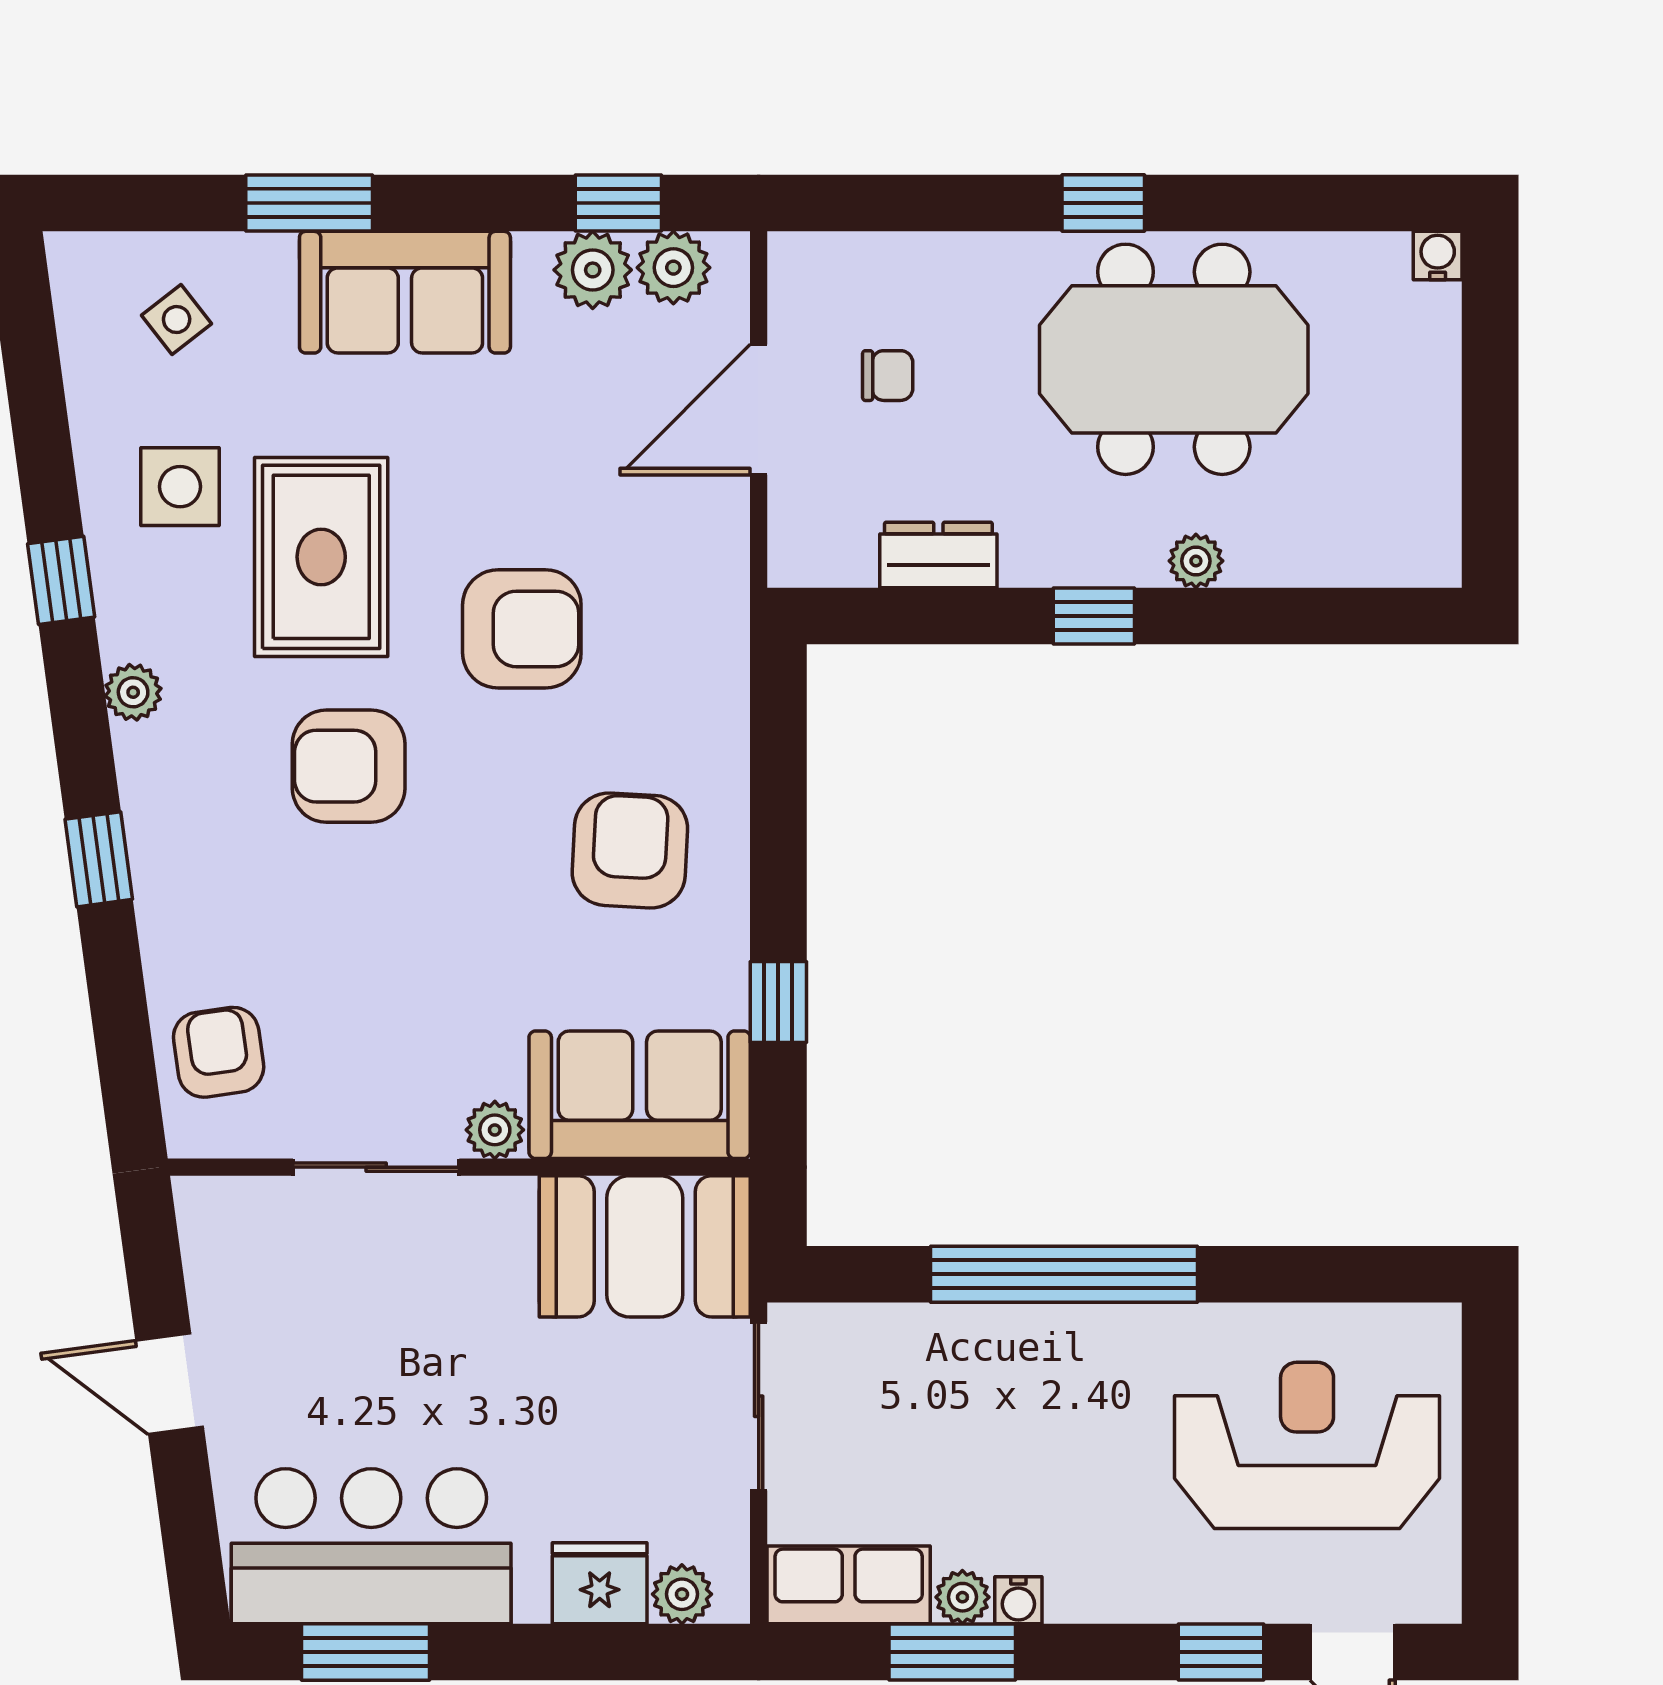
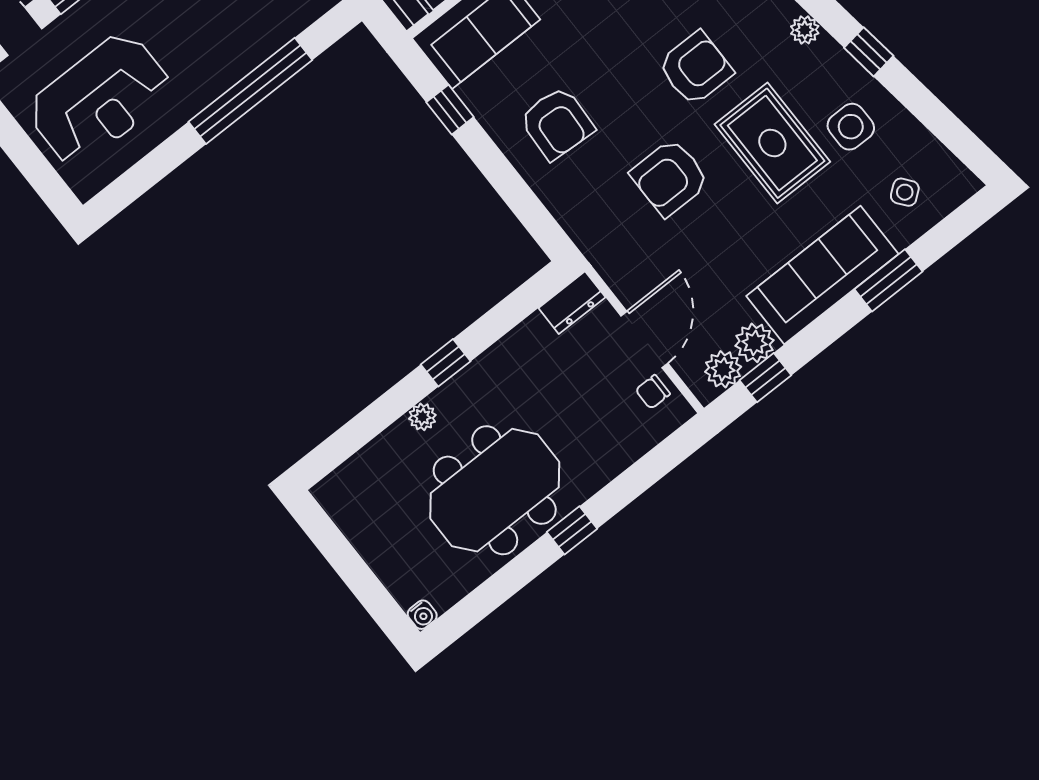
sofa: (405, 292) -> (822, 275), width x1.36
chair: (888, 376) -> (653, 392), moved
dresser: (938, 555) -> (572, 303), moved

